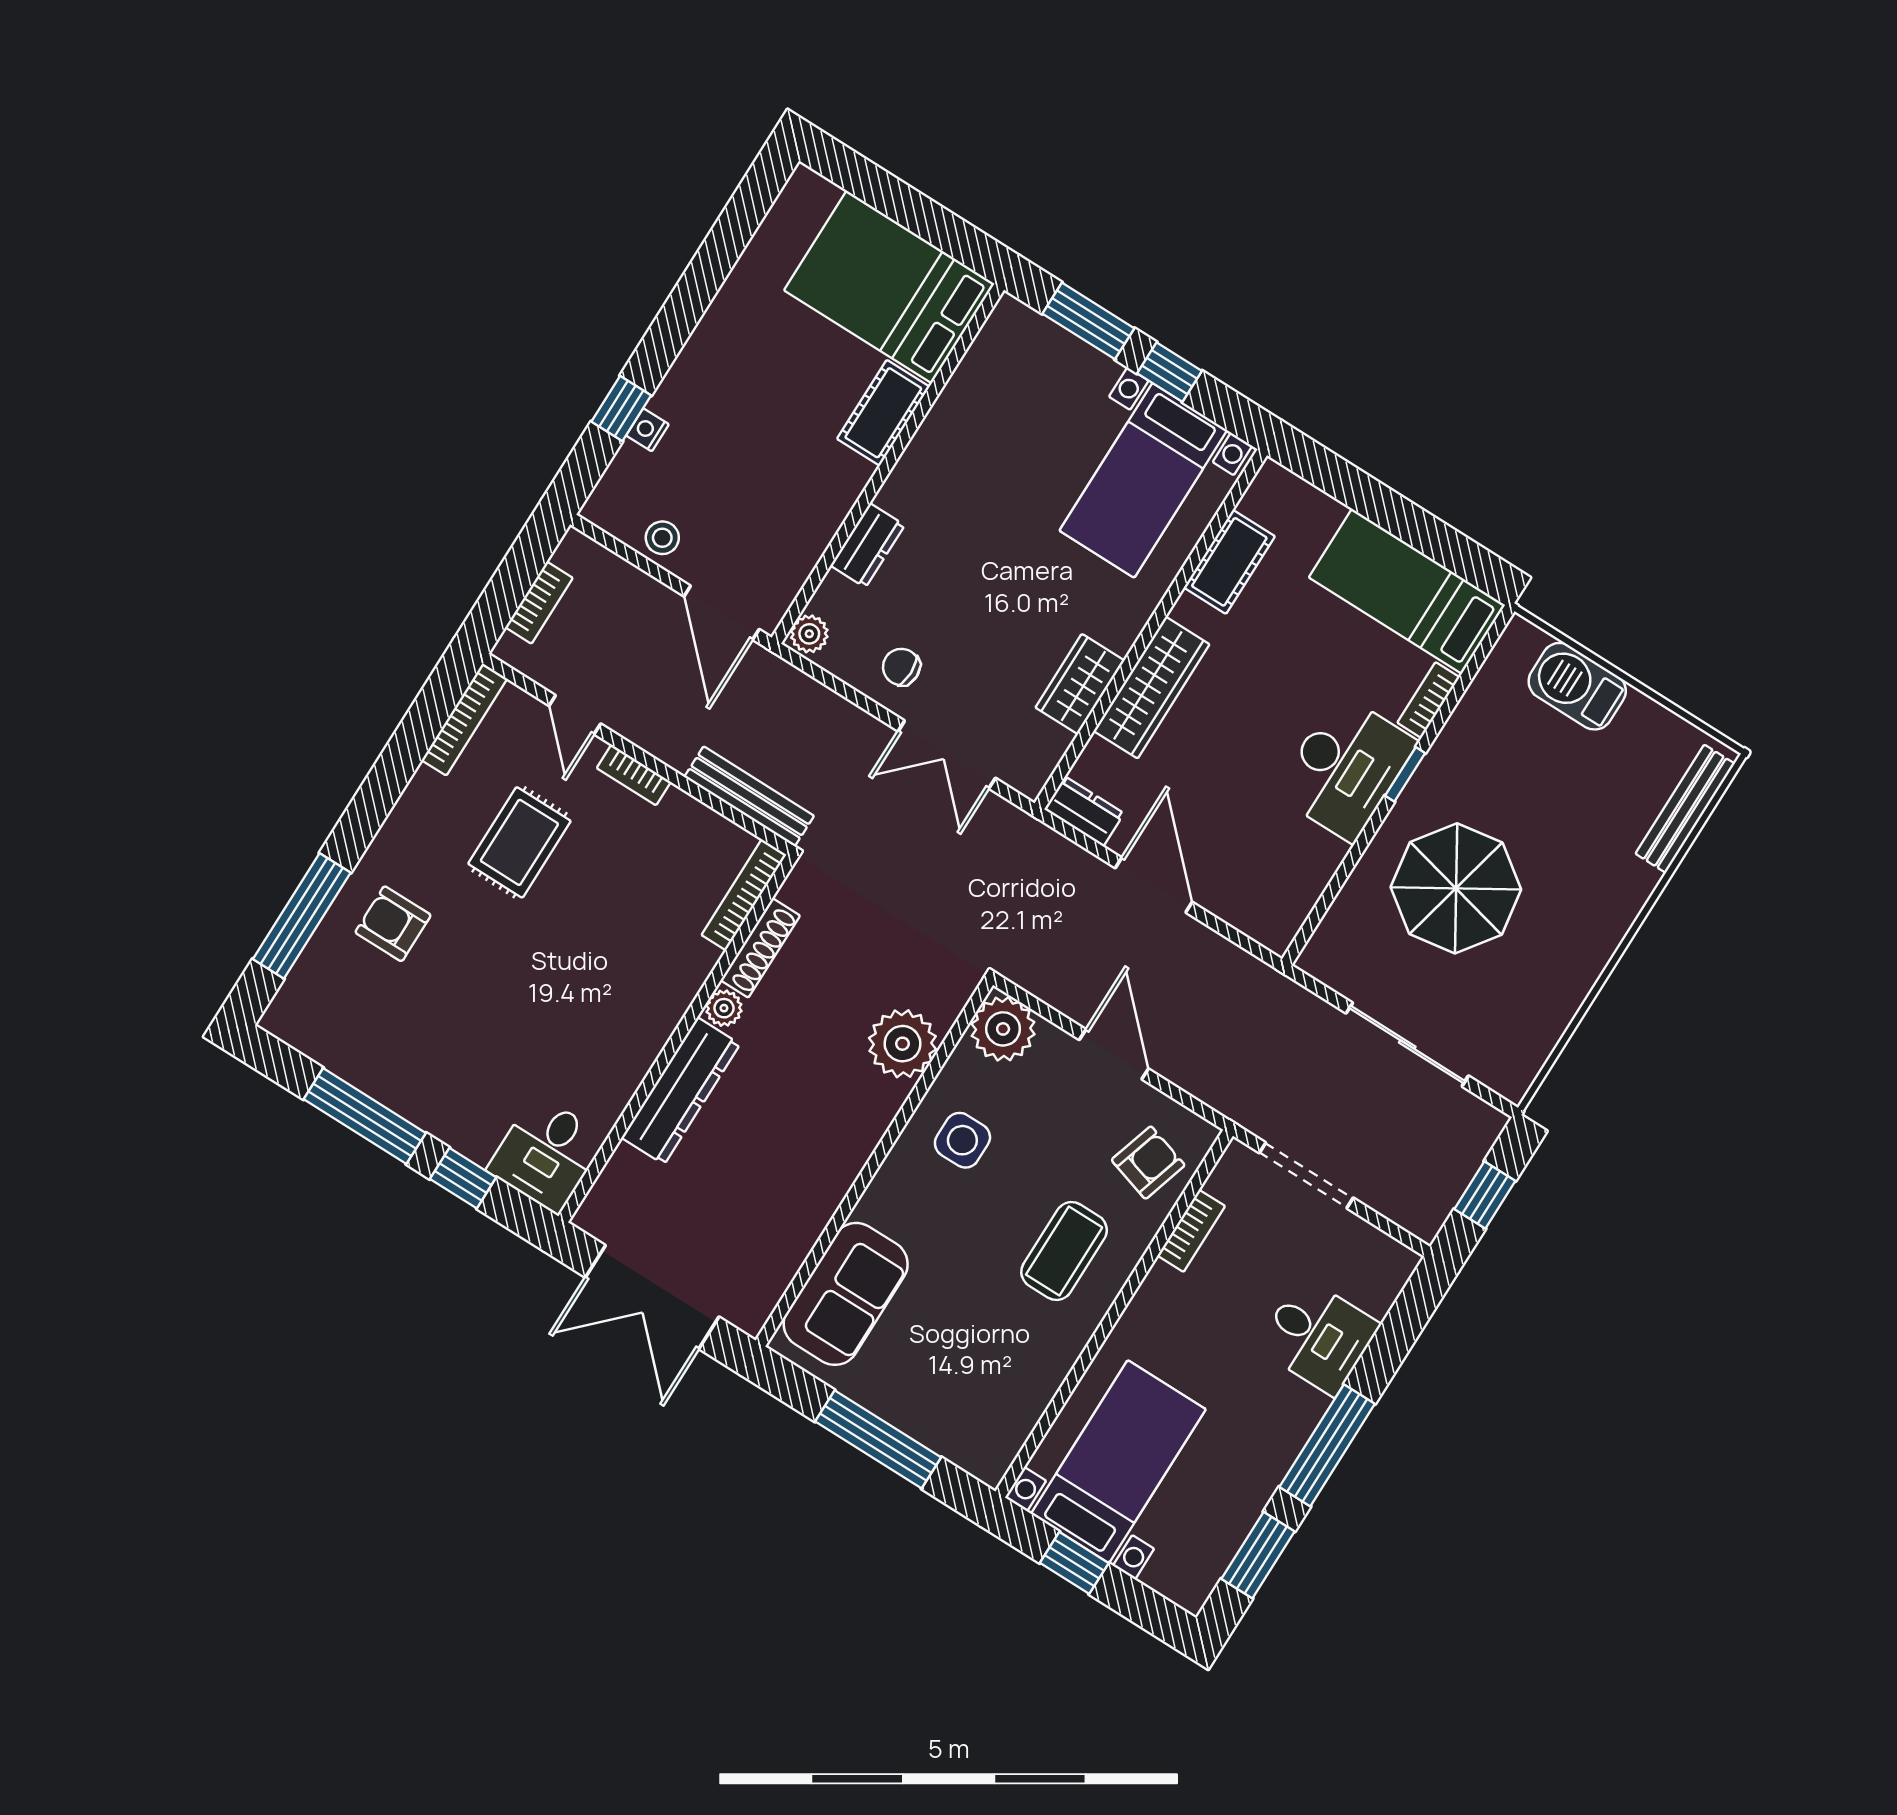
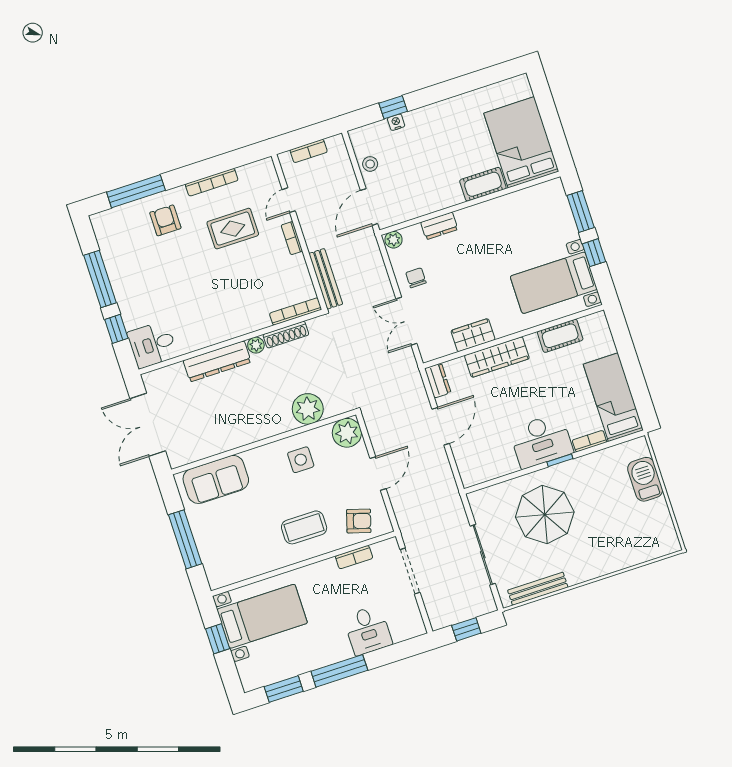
bookcase: (464, 719) -> (212, 182), moved
bench: (1685, 809) -> (538, 589), moved

